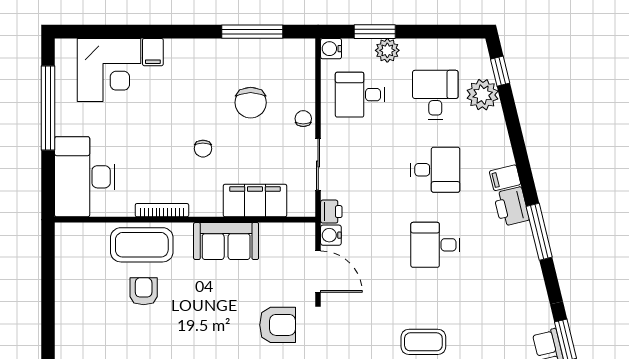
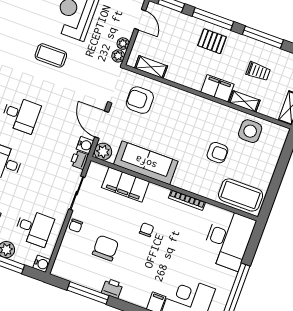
printer: (221, 50) -> (112, 288), added
plant: (303, 235) -> (103, 152), added
sofa: (226, 241) -> (146, 163), width x1.36
coffee table: (142, 245) -> (241, 195), moved
armchair: (144, 291) -> (217, 153), turned -90
side table: (109, 337) -> (250, 131), added

